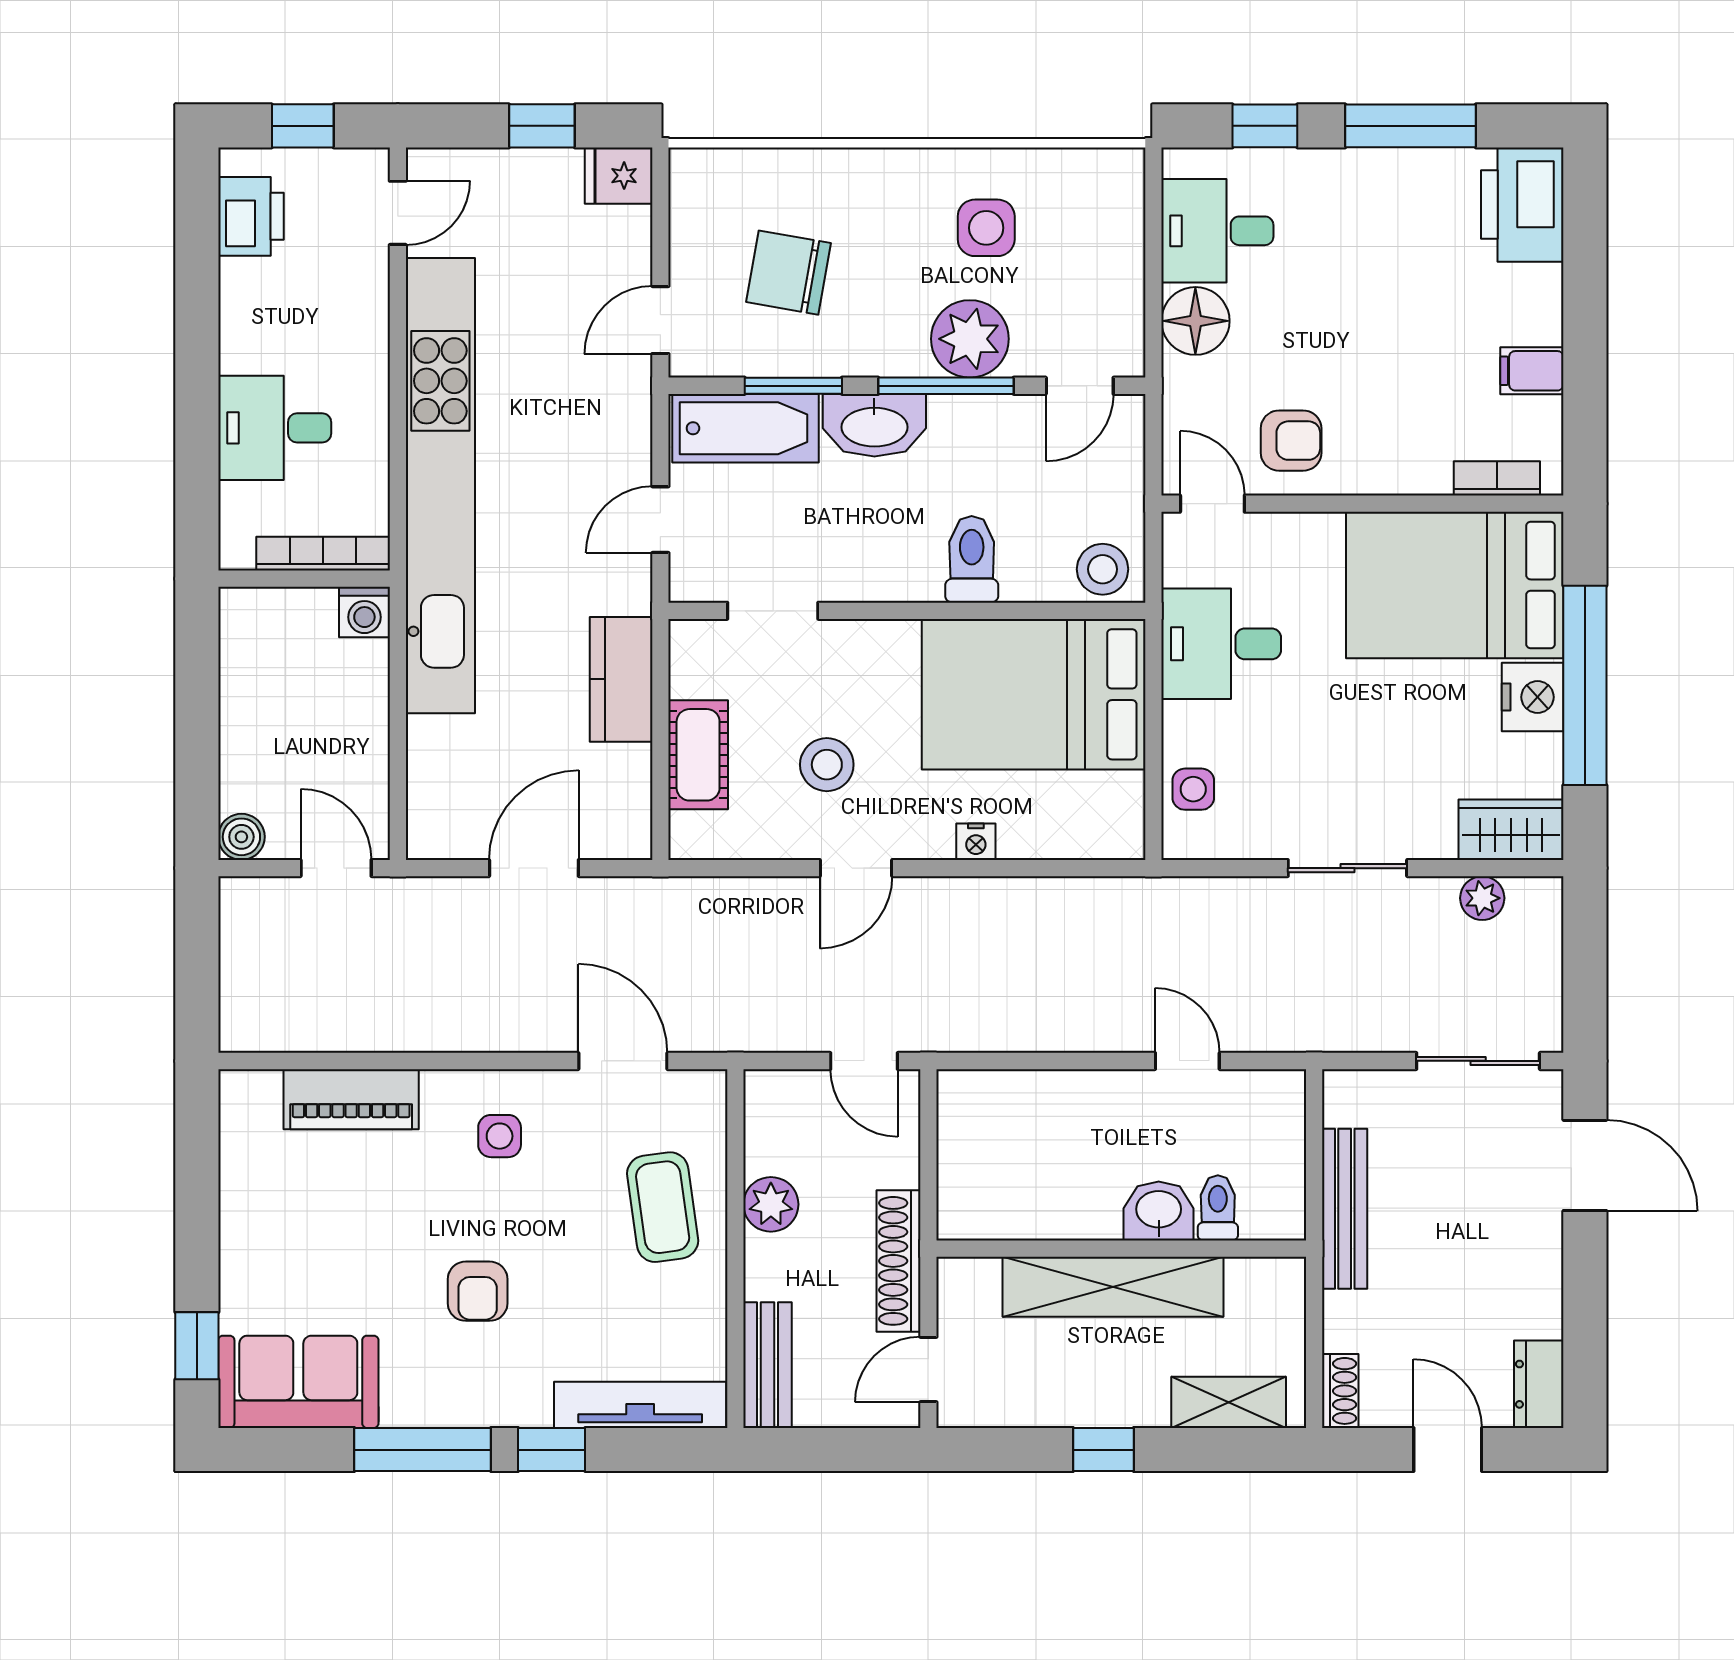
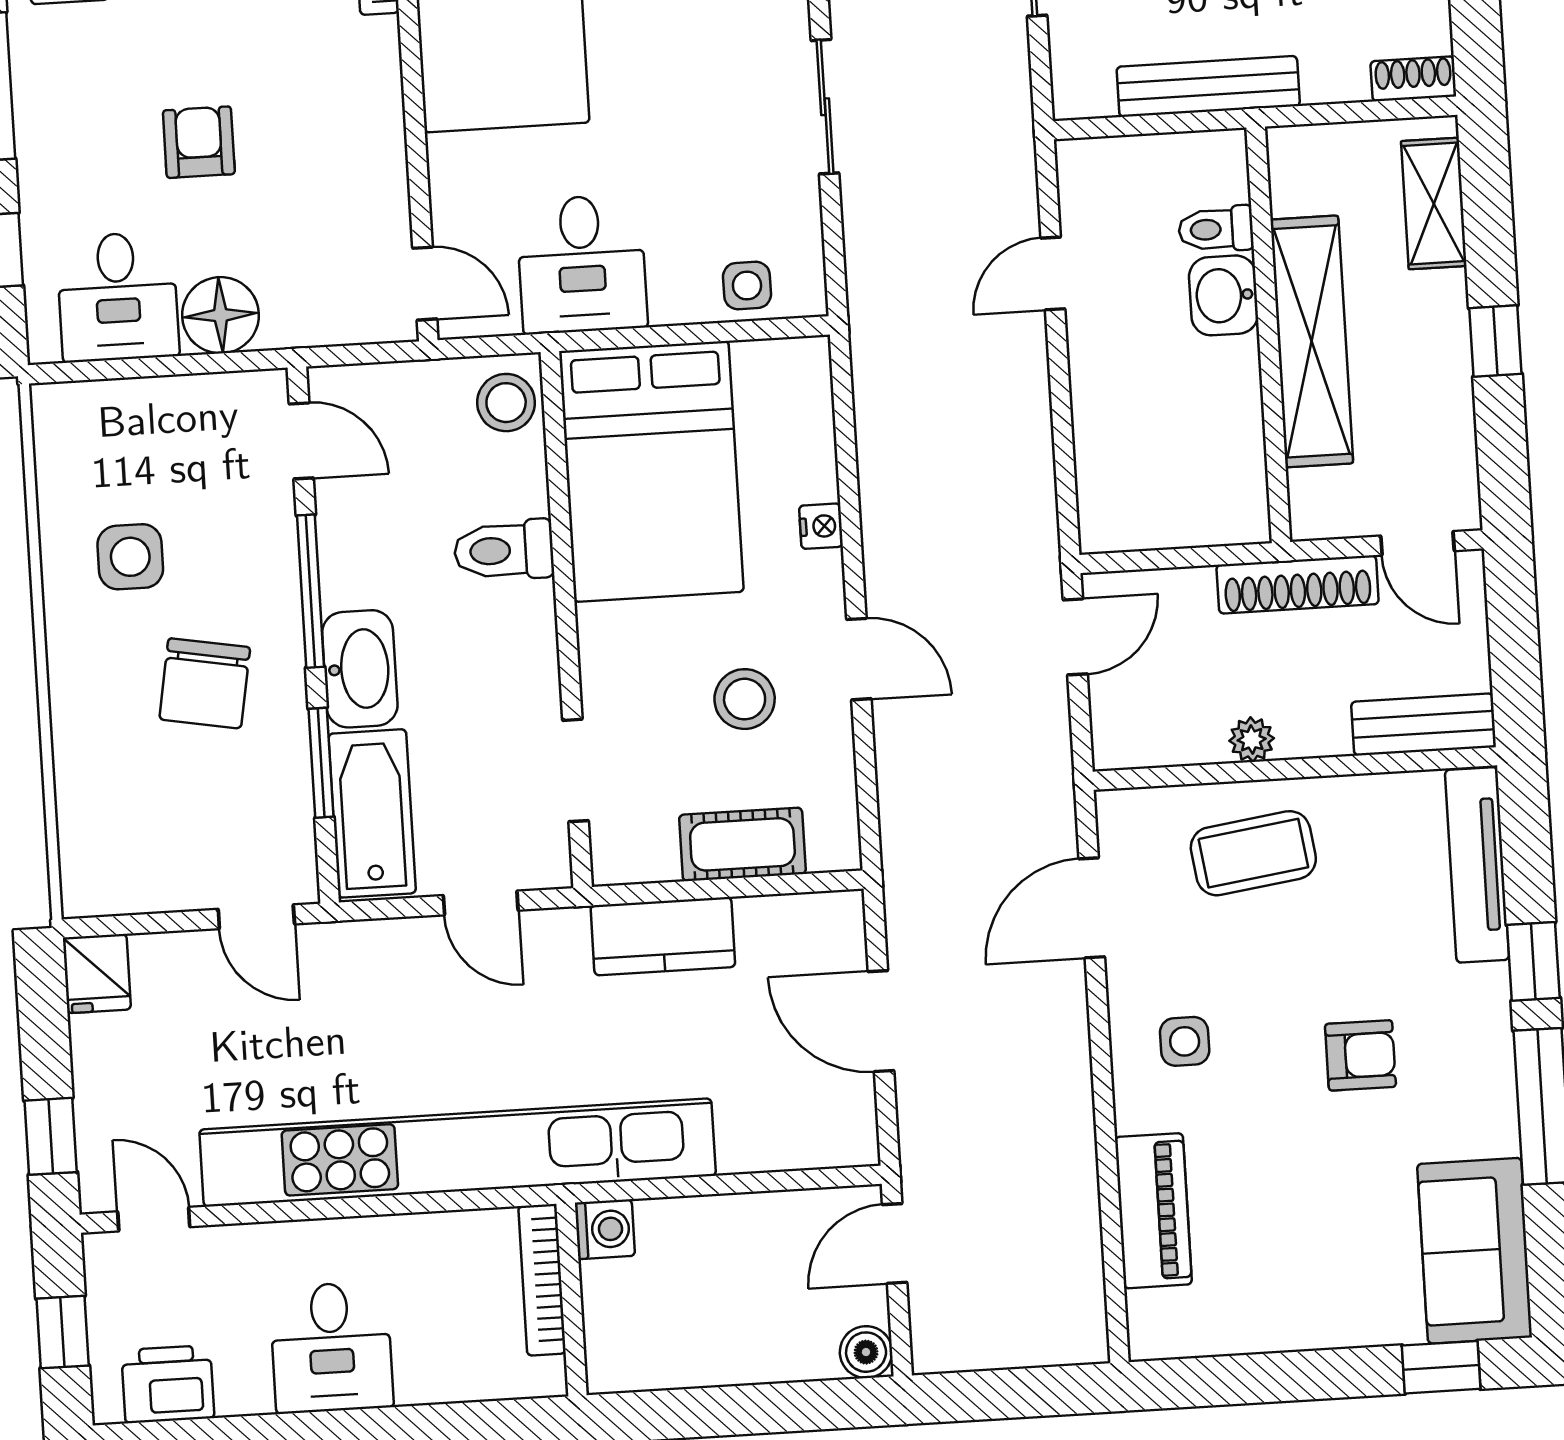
window: (542, 126) -> (51, 1136), moved
chair: (789, 273) -> (205, 683), moved
plant: (970, 339) -> (256, 568), removed
desk: (275, 428) -> (331, 1347), moved
armchair: (1291, 441) -> (199, 142), moved
door: (1212, 504) -> (425, 284), swing flipped
plant: (771, 1204) -> (1252, 740), width x0.73, depth x0.73

